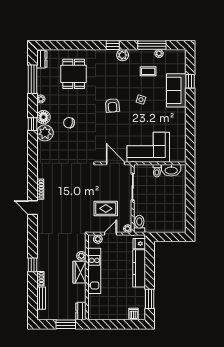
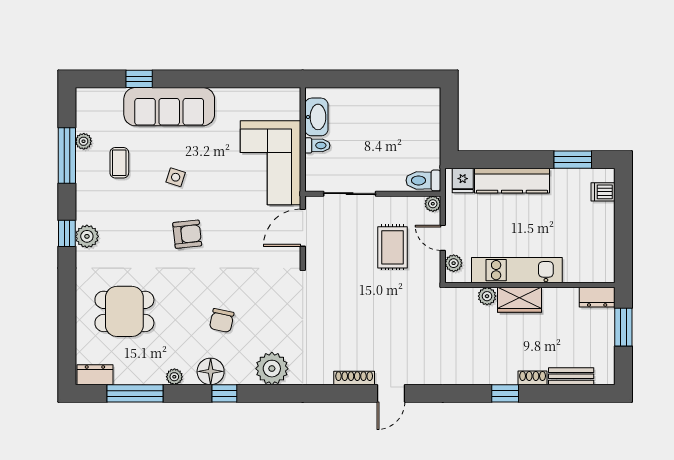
plant: (123, 55) -> (87, 236), moved
sofa: (176, 90) -> (169, 107), width x1.36
plant: (45, 133) -> (272, 369), moved

